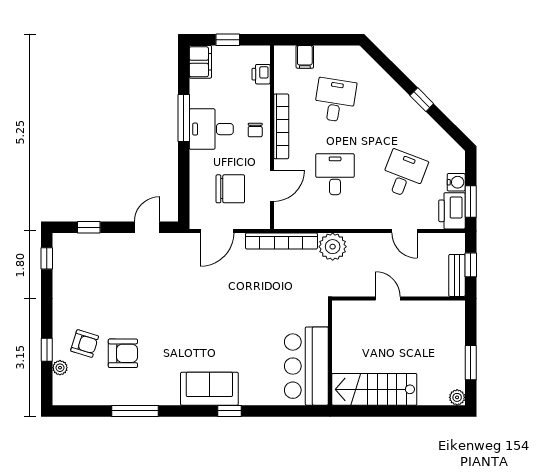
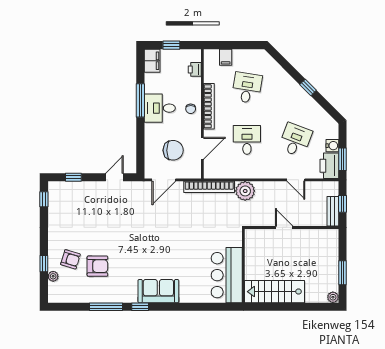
window: (230, 411) -> (140, 307), moved

